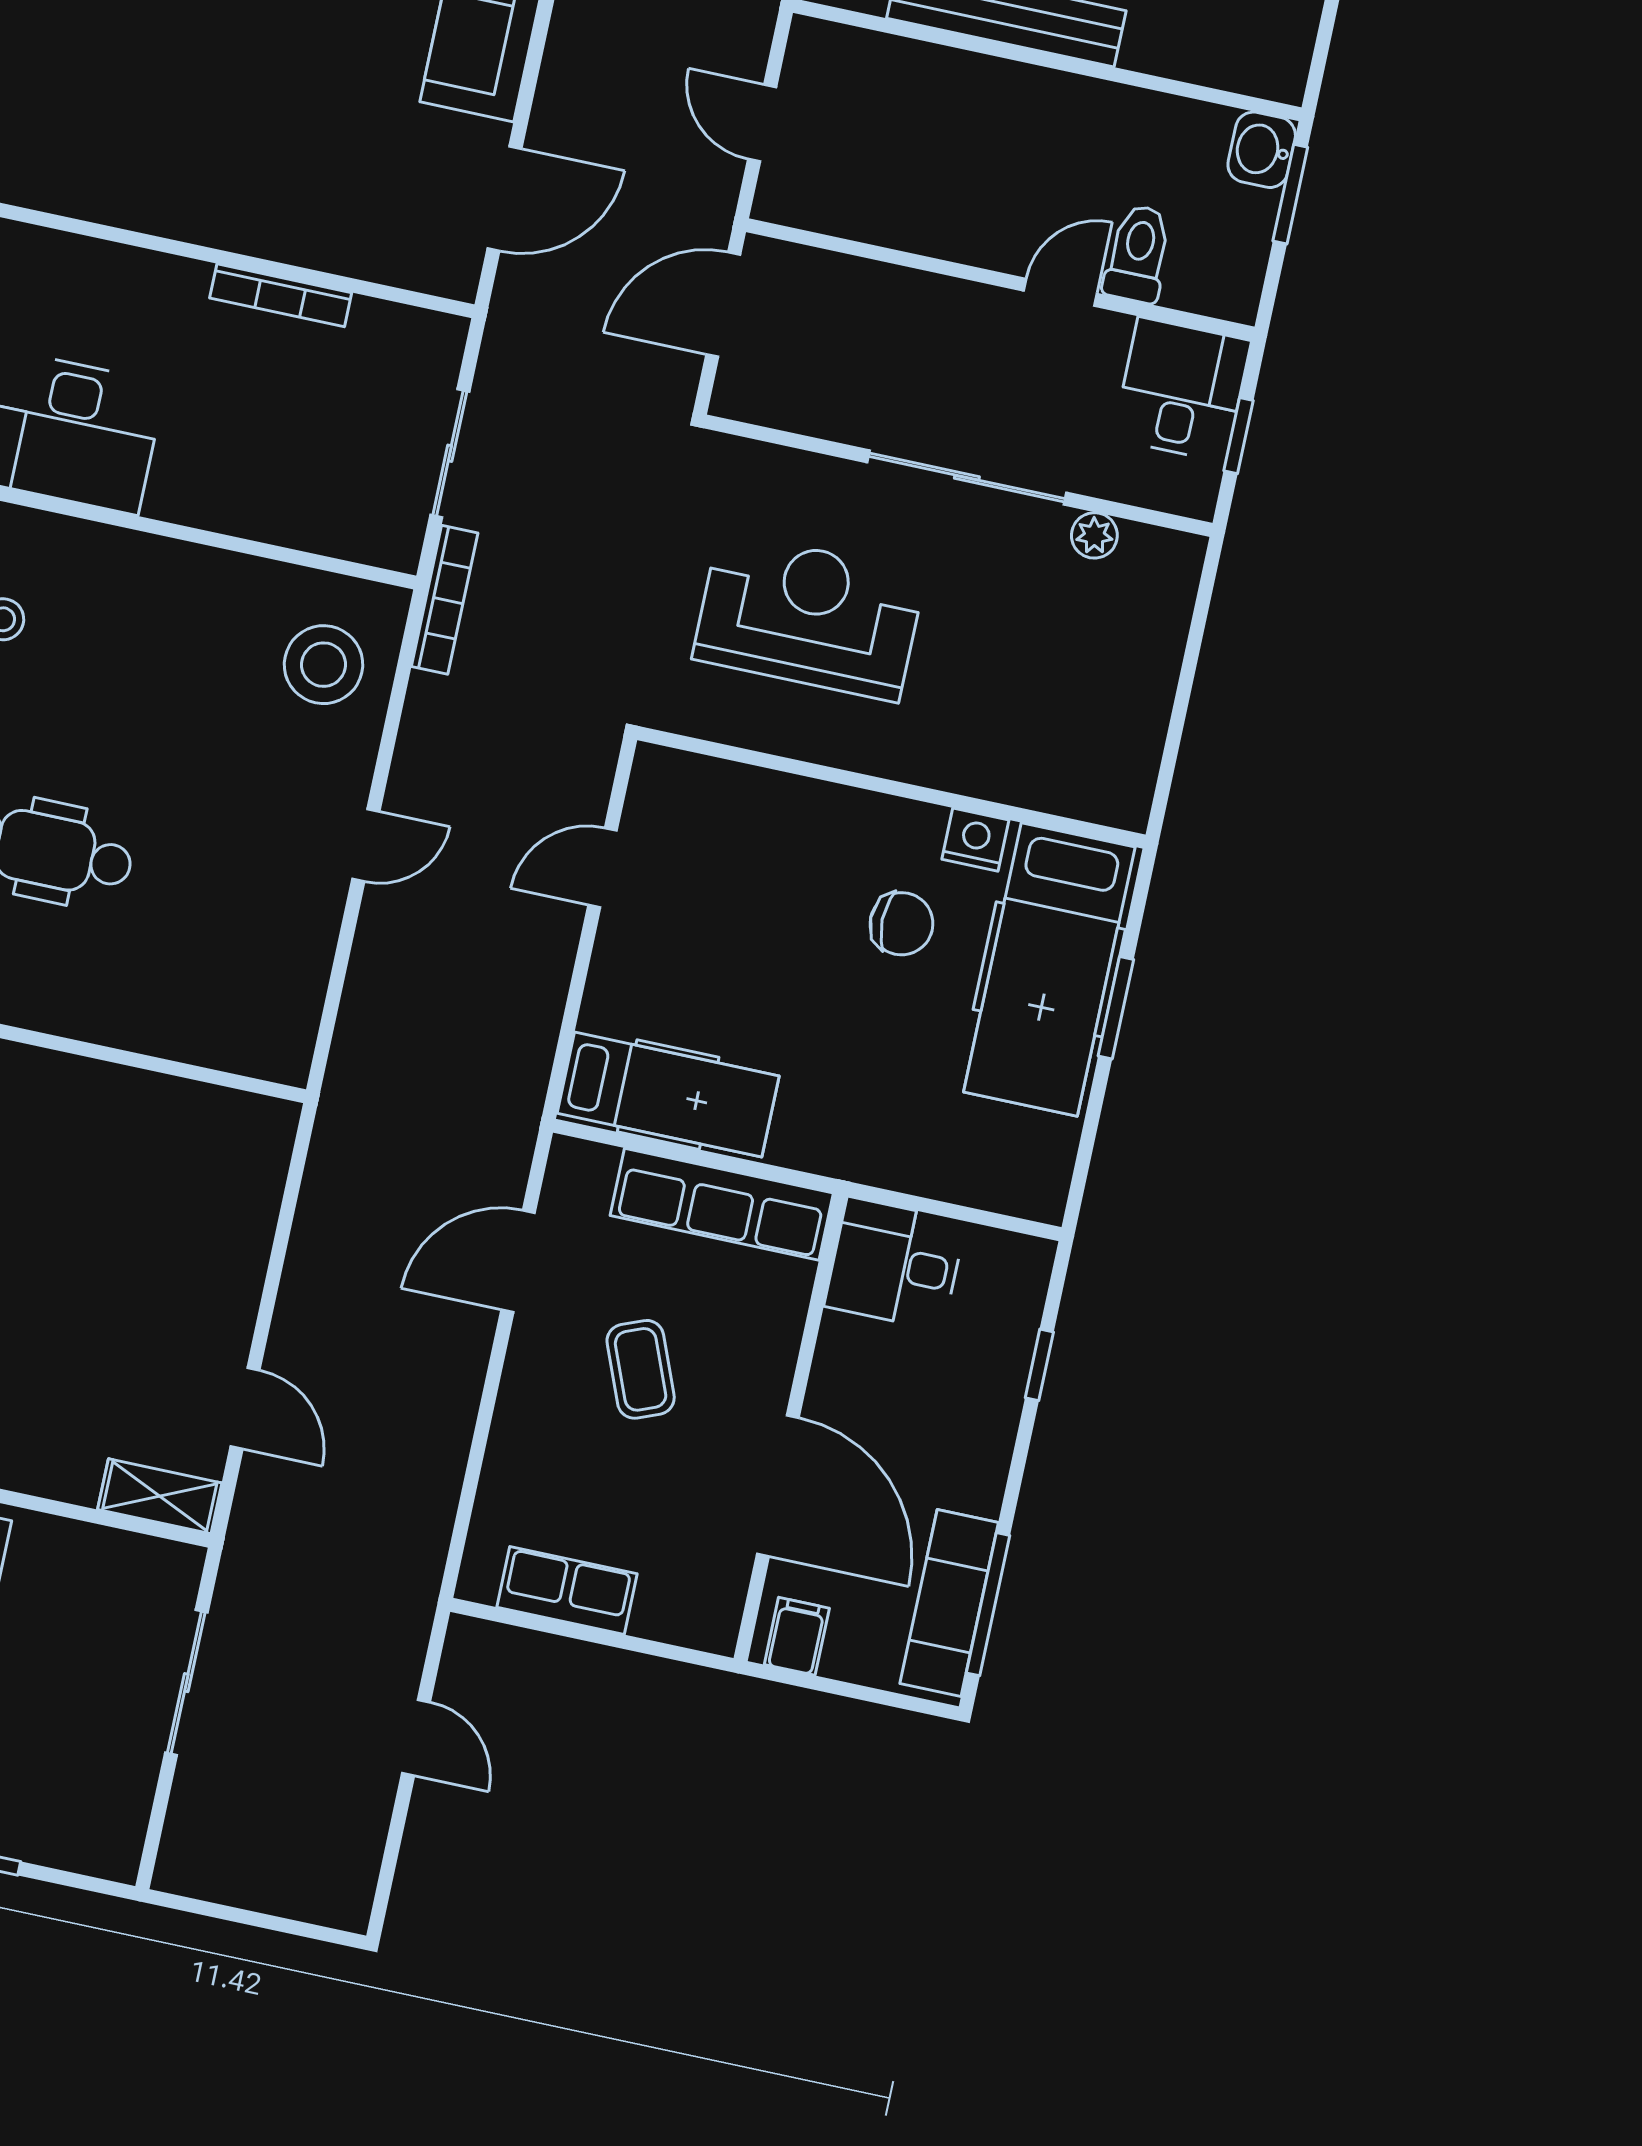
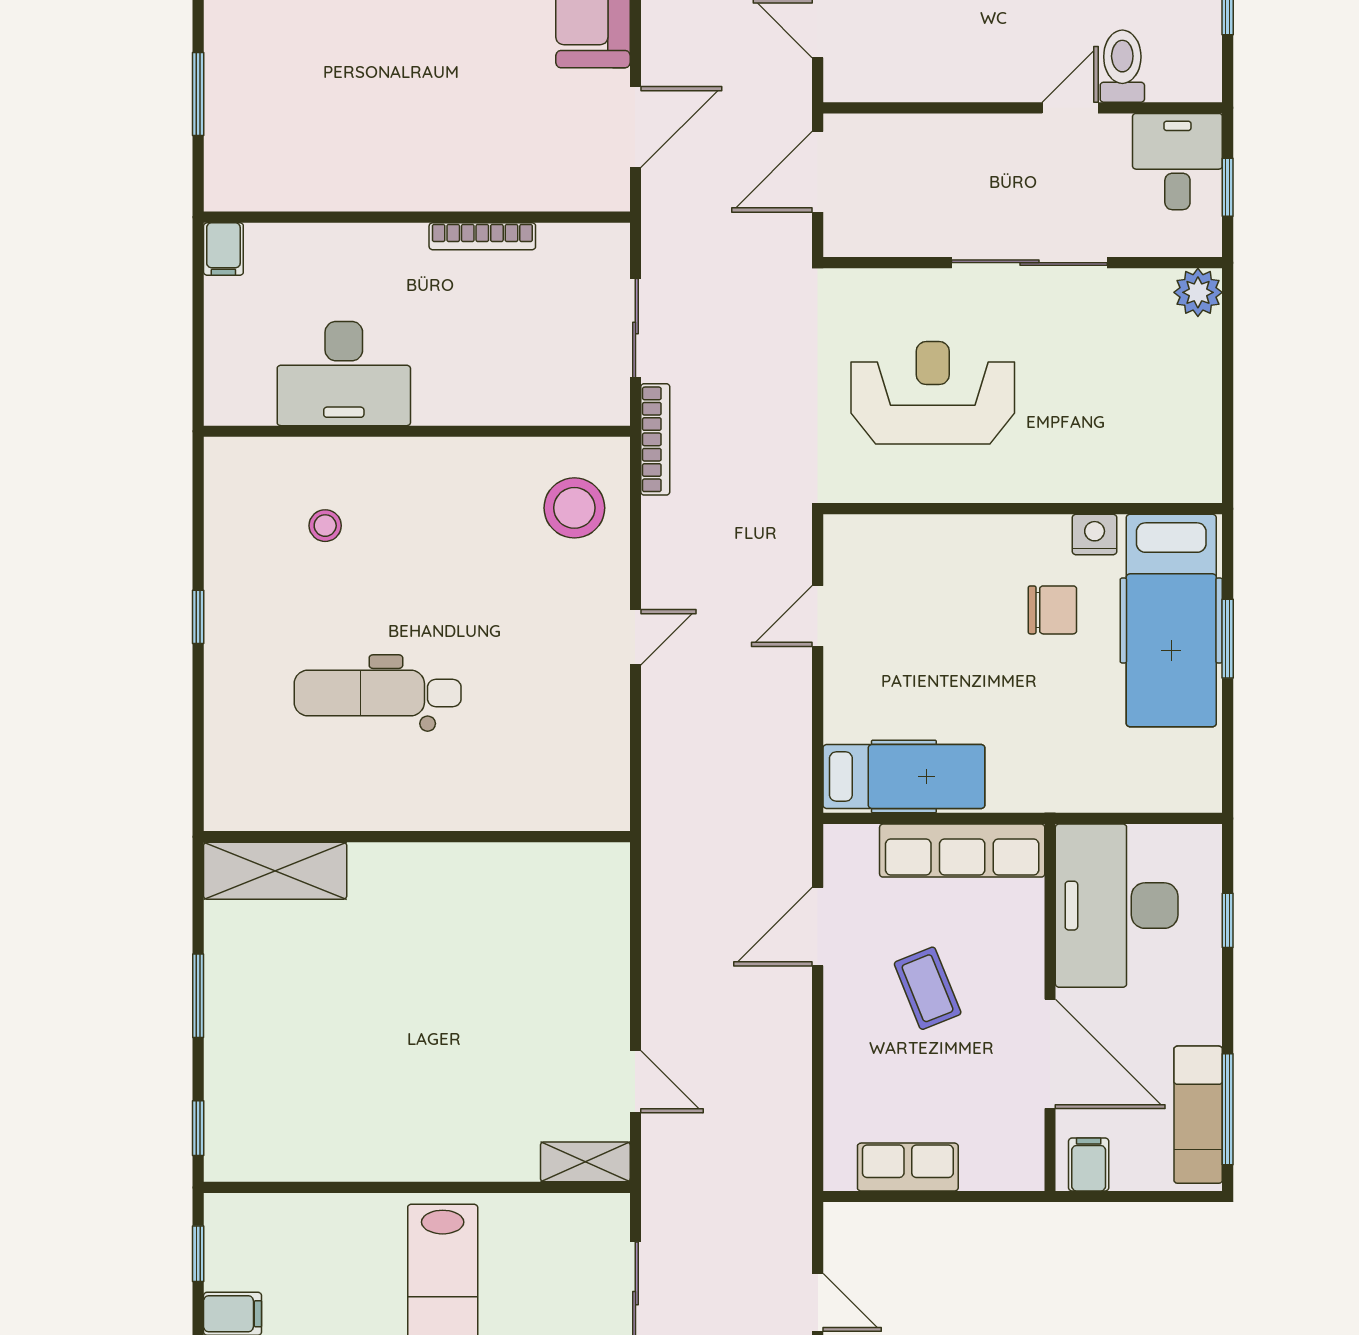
plant: (1094, 535) -> (1198, 292), moved, width x1.38, depth x1.38
desk: (895, 1264) -> (1117, 906), width x1.87, depth x1.30

